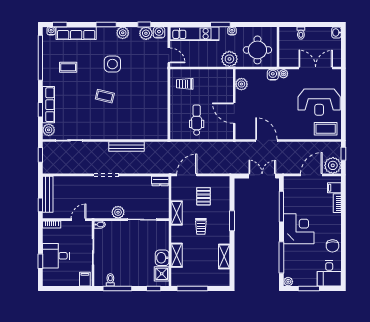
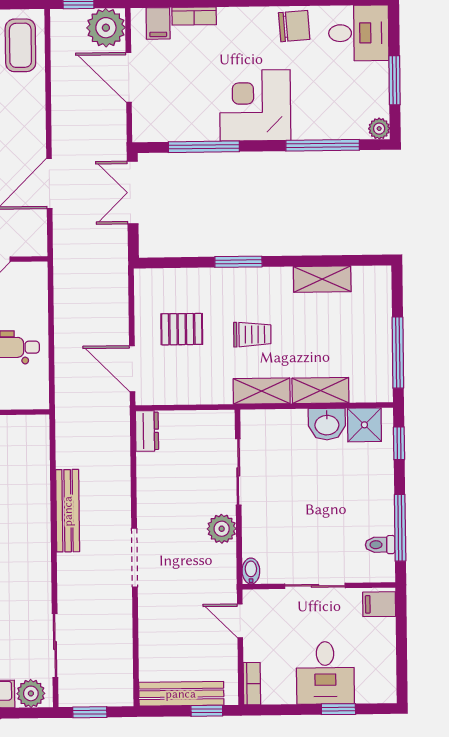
shelving: (177, 213) -> (262, 391), moved

